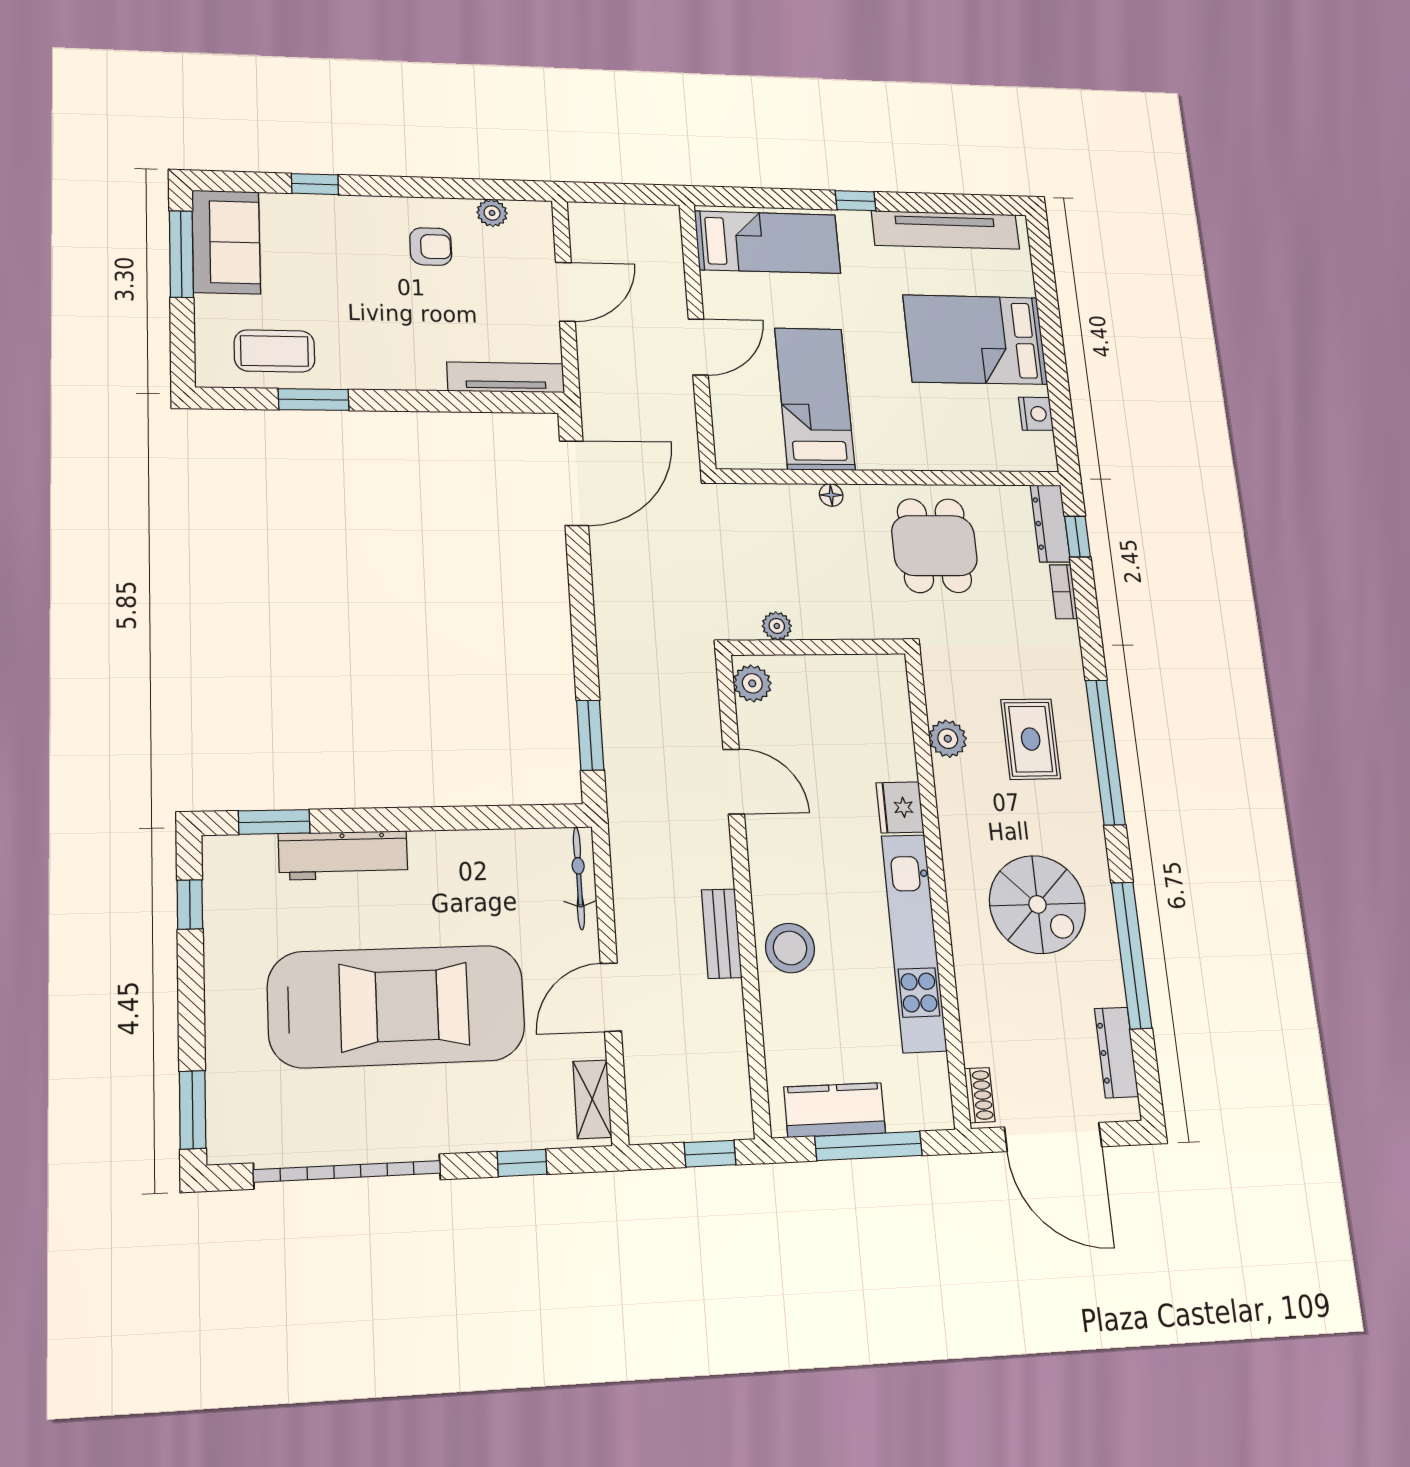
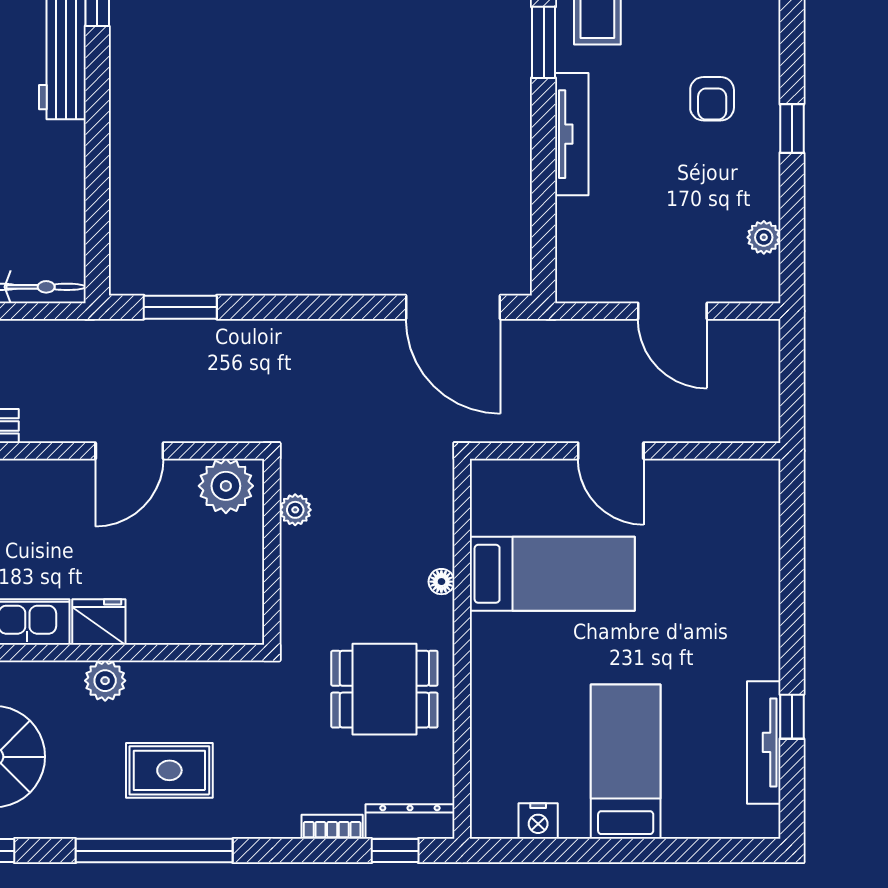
window: (315, 184) -> (792, 129), moved
window: (856, 201) -> (792, 717), moved
tv unit: (946, 230) -> (764, 742), width x0.73, depth x0.78
bed: (768, 242) -> (738, 538), removed
armchair: (431, 247) -> (712, 99), moved
bed: (975, 340) -> (626, 762), width x0.67
tv unit: (506, 377) -> (572, 134), moved
plant: (752, 683) -> (226, 486), width x1.36, depth x1.36
plant: (948, 739) -> (105, 681), moved

